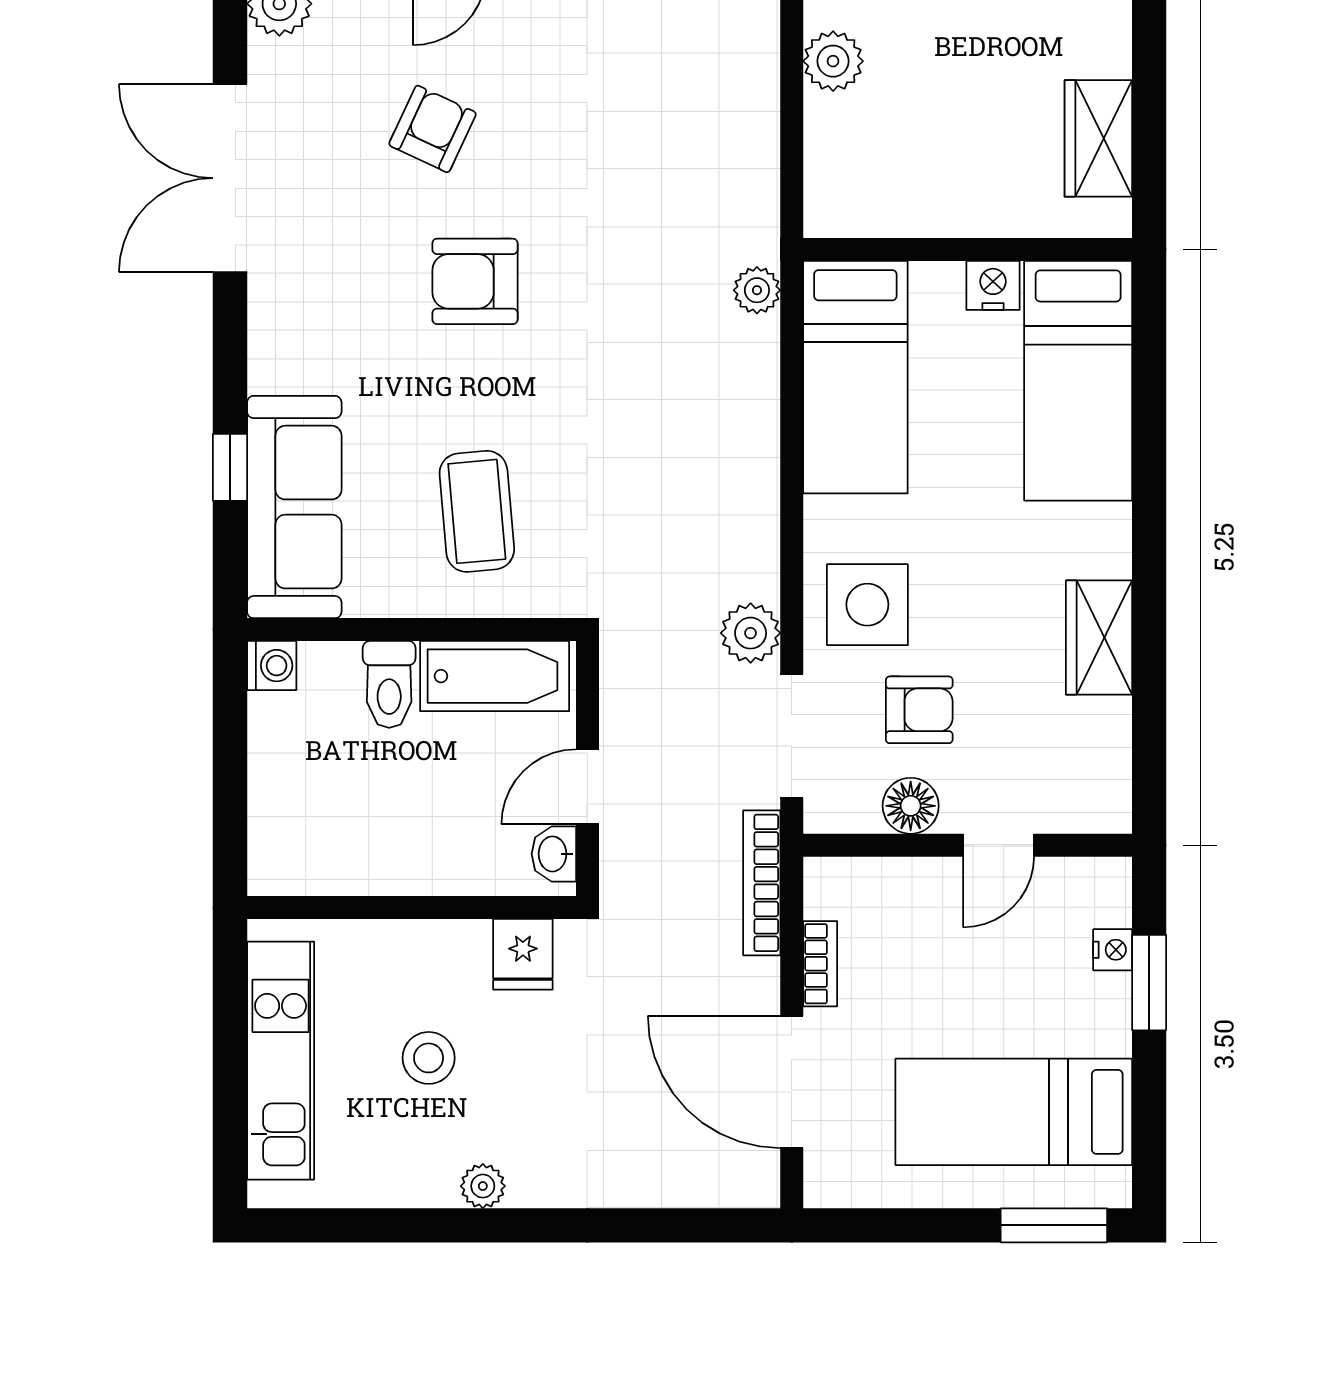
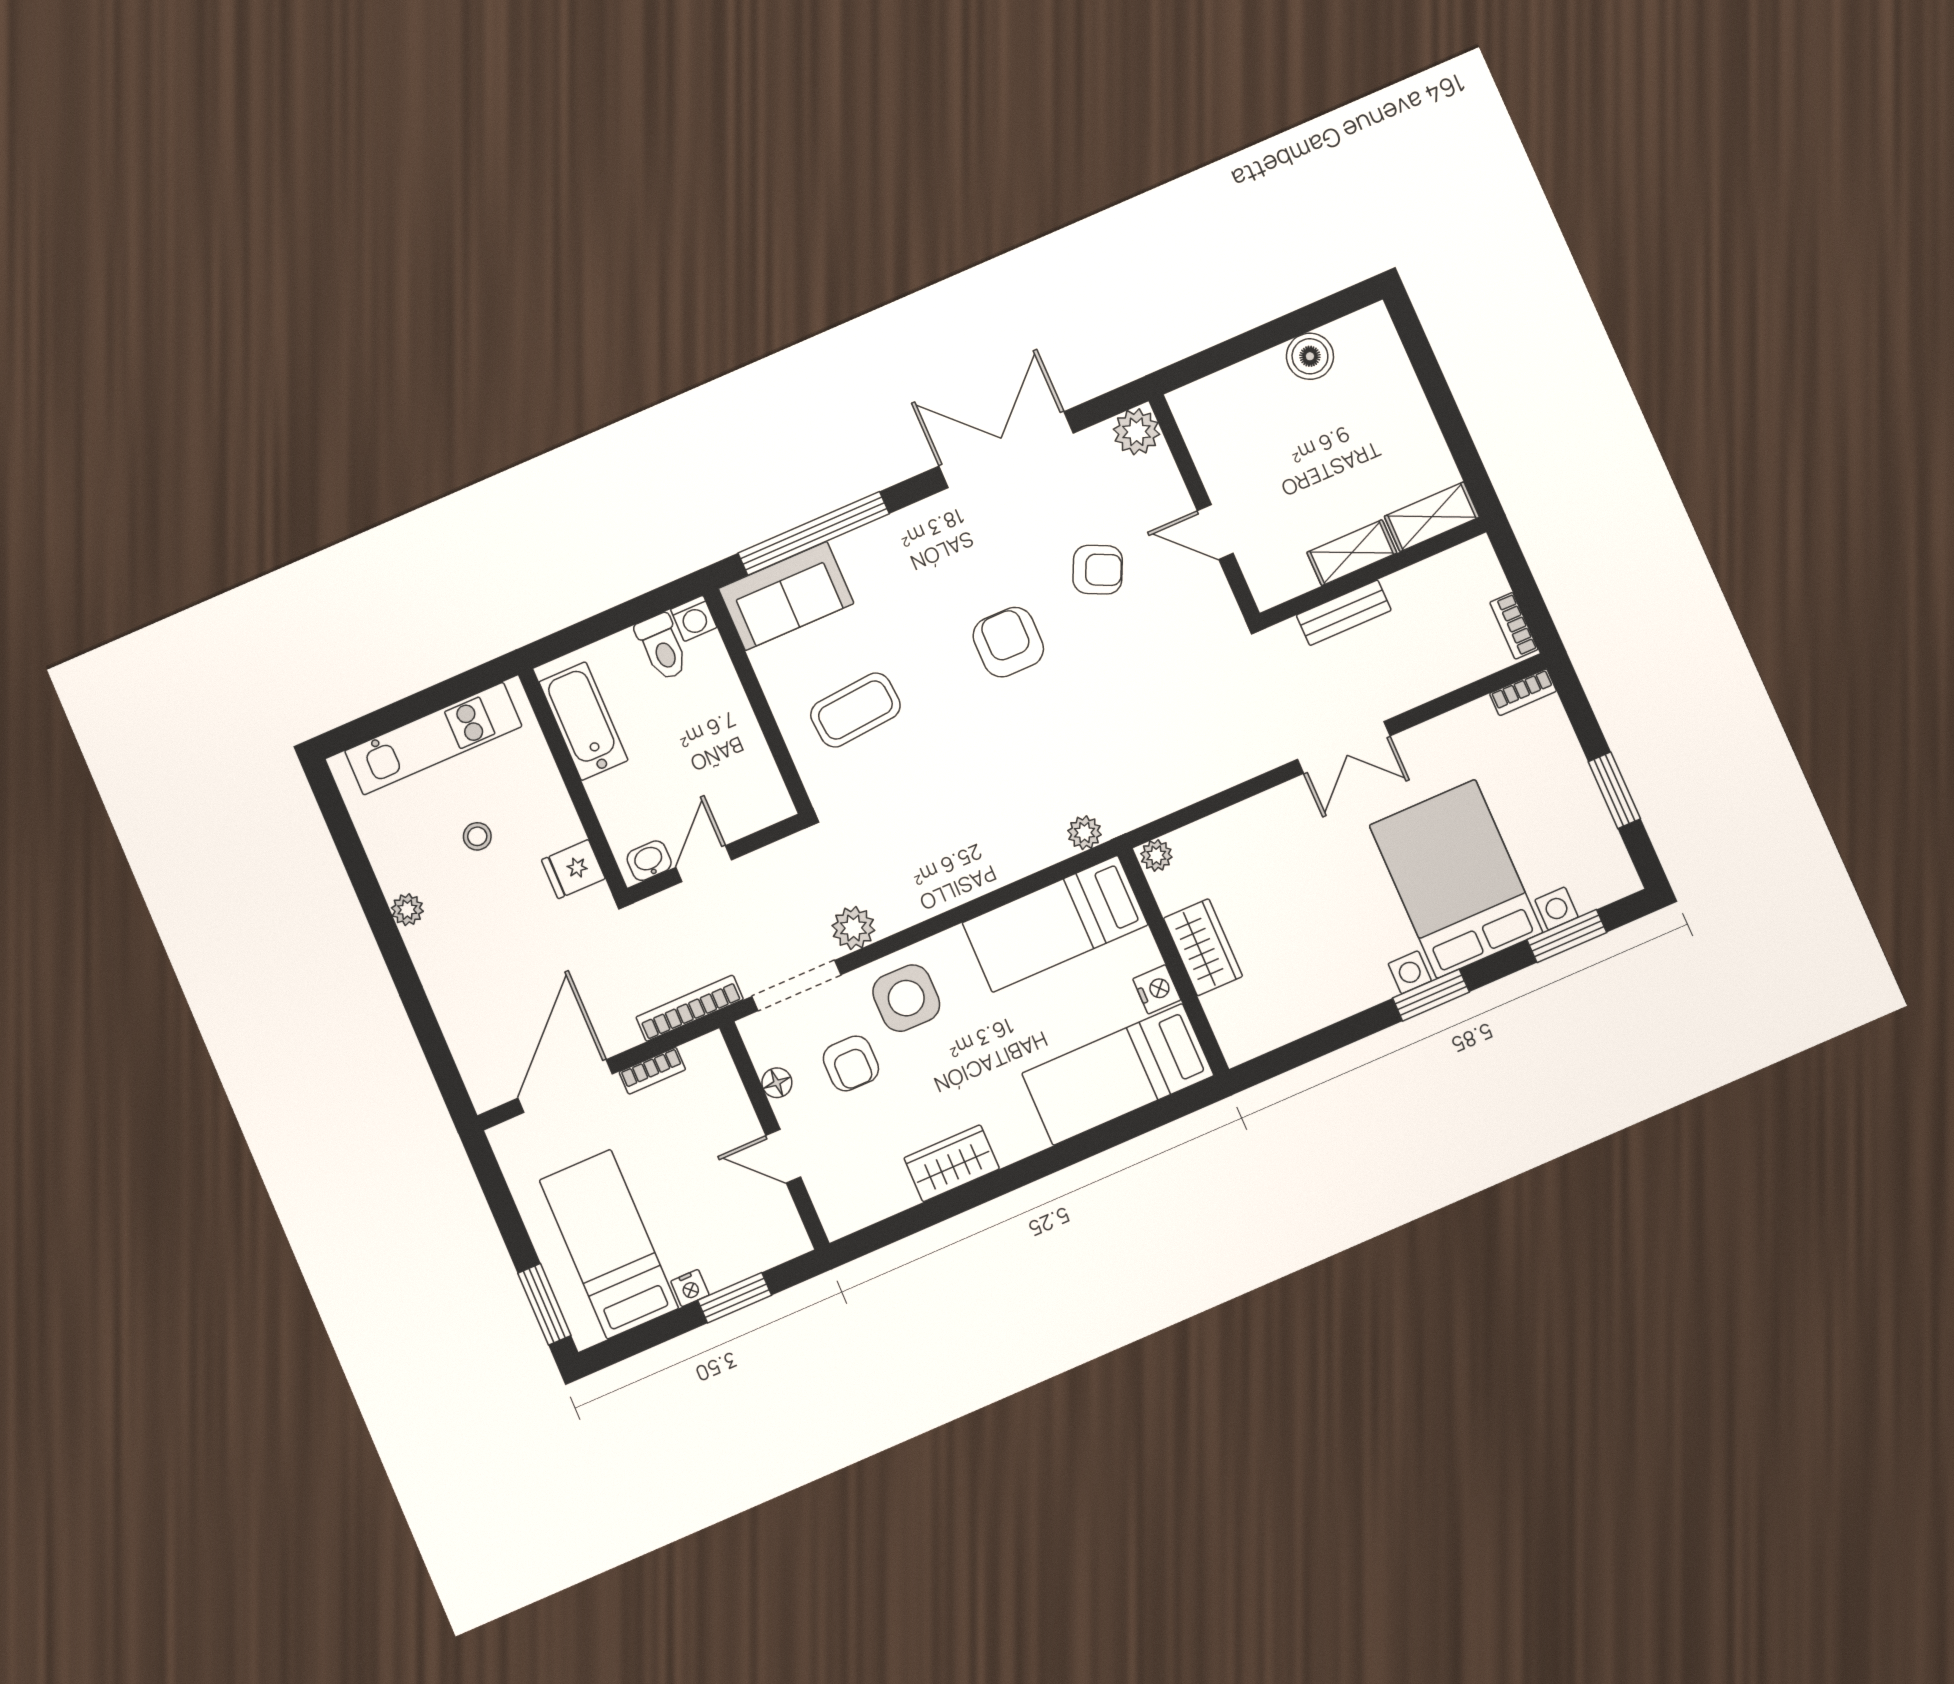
plant: (833, 61) -> (1156, 855), moved, width x0.73, depth x0.73
wardrobe: (1098, 138) -> (1203, 947), moved, turned 90
window: (230, 467) -> (814, 533), width x3.17
sofa: (294, 507) -> (786, 596), width x0.73
bathtub: (495, 676) -> (583, 721), moved, turned 180
toilet: (389, 684) -> (662, 647), moved, turned -90
door: (587, 787) -> (704, 864), hinge flipped
floor lamp: (911, 806) -> (777, 1083), width x0.73, depth x0.73
nightstand: (1113, 950) -> (690, 1288), moved
stool: (429, 1058) -> (477, 836), width x0.73, depth x0.73

